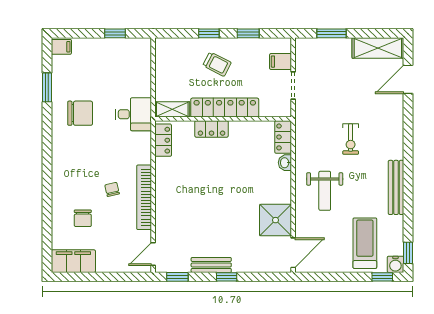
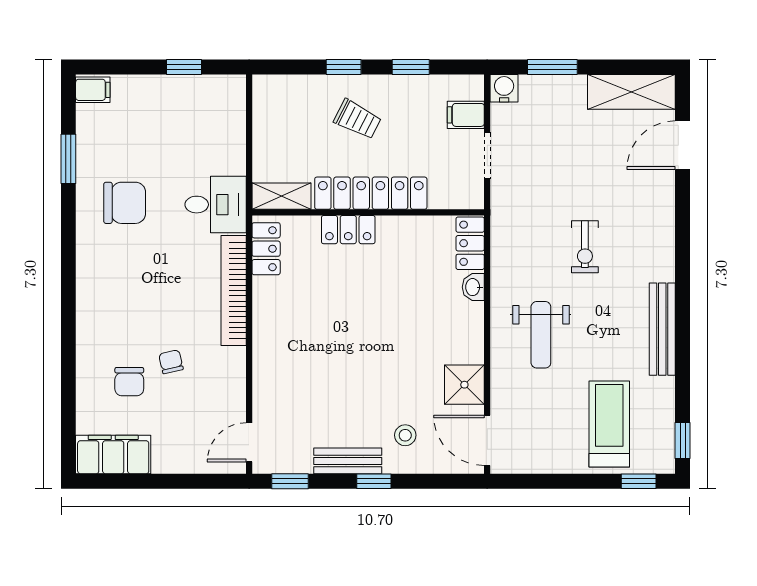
chair: (112, 189) -> (171, 362), moved
bookcase: (144, 197) -> (234, 290), moved
shower: (276, 220) -> (464, 385), width x0.73, depth x0.73
stool: (245, 250) -> (405, 435), added
door: (293, 253) -> (487, 440), swing flipped
water cooler: (395, 264) -> (504, 88), moved, turned 180

